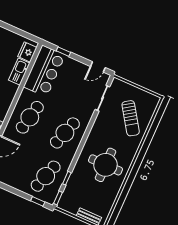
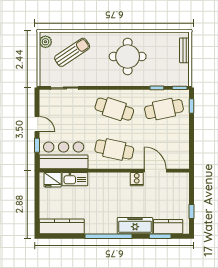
door: (98, 67) -> (37, 124), moved
plant: (150, 99) -> (45, 42), added
cafe table: (46, 176) -> (164, 109), turned -30

